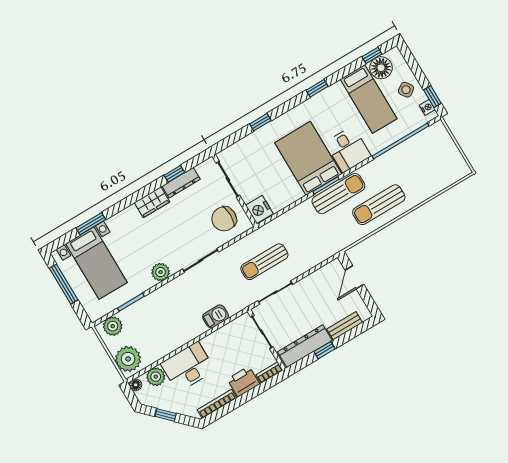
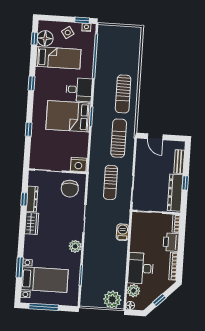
sun lounger: (338, 194) -> (119, 138), moved
plant: (113, 326) -> (87, 295), removed

